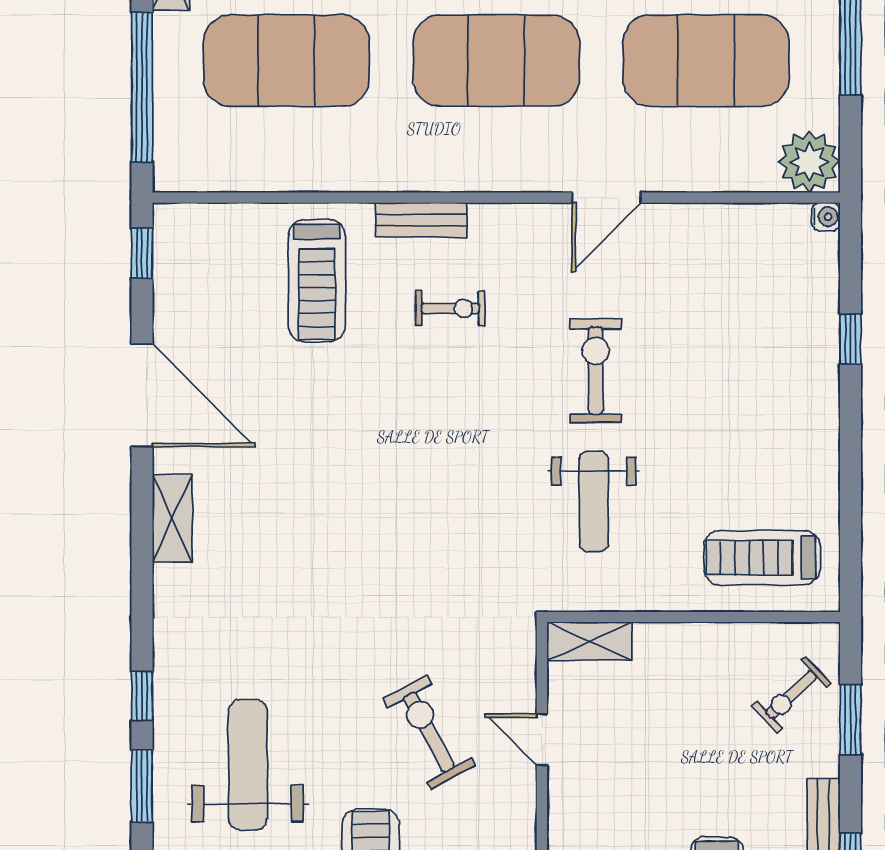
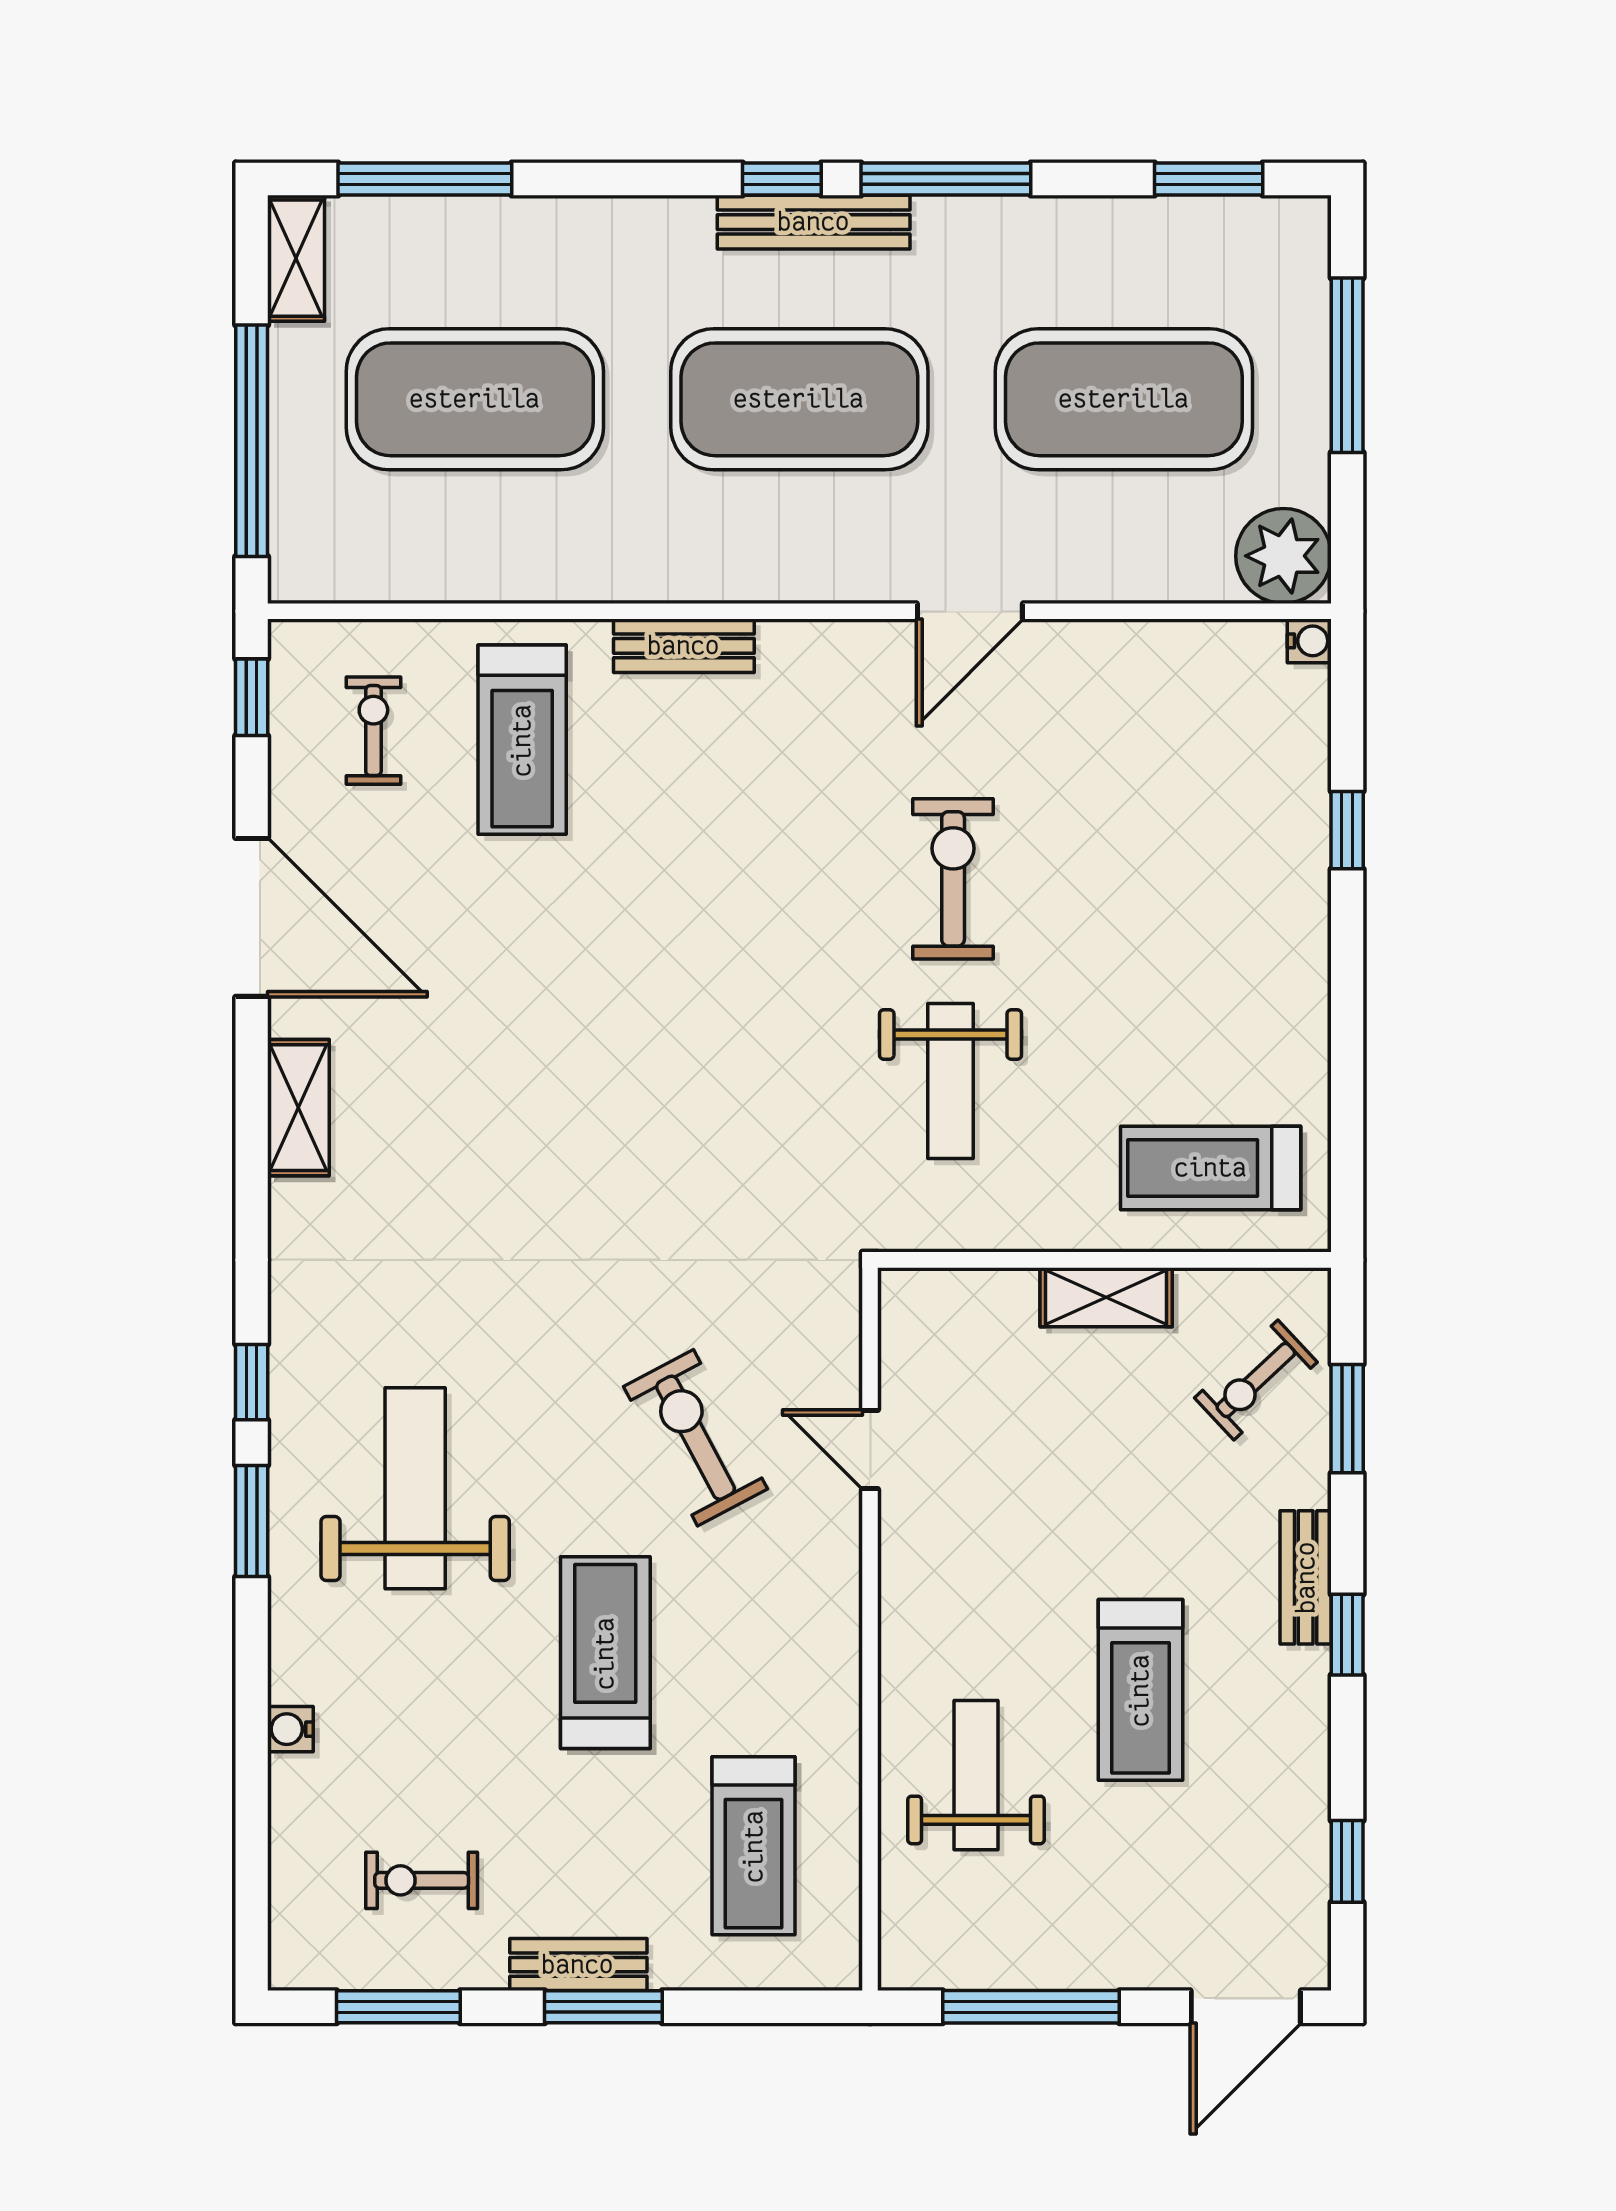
exercise bike: (450, 308) -> (373, 731), moved, turned -90
shelving: (590, 641) -> (1106, 1297), moved

